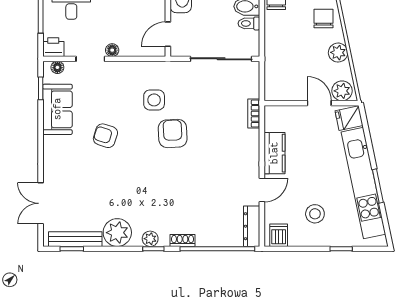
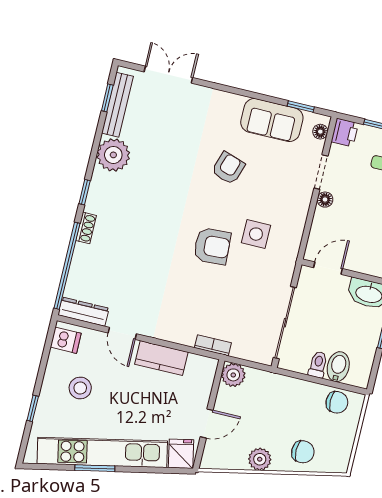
door: (168, 34) -> (328, 268), hinge flipped
plant: (342, 91) -> (233, 375), moved
plant: (150, 239) -> (97, 191), removed

